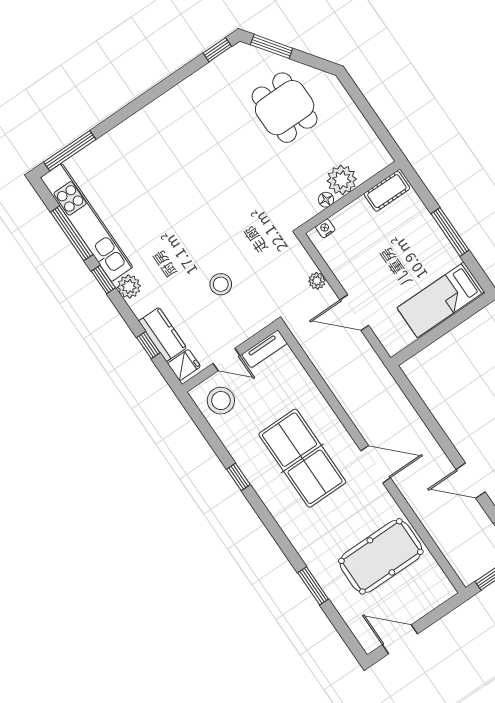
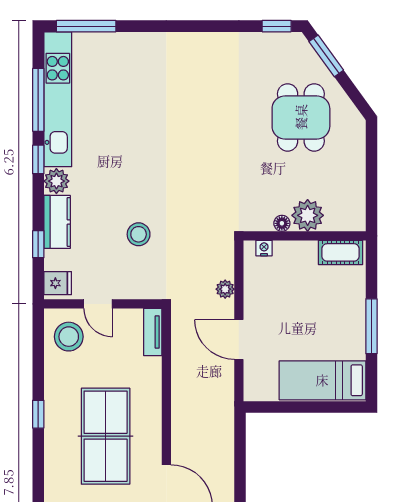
kitchen counter: (162, 334) -> (57, 222), moved
tv unit: (265, 349) -> (153, 332), moved, turned 90

